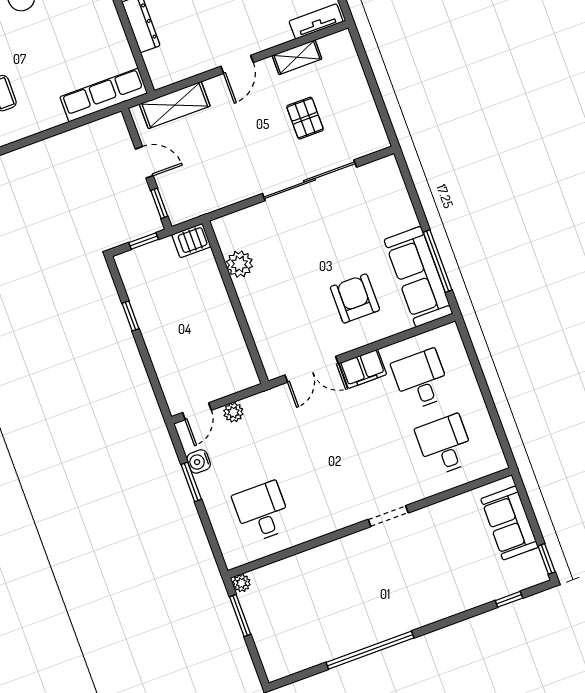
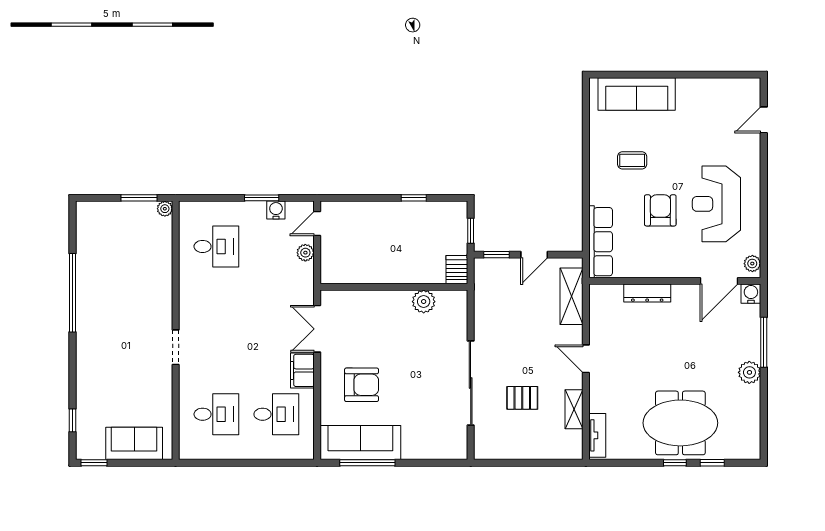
armchair: (46, 42) -> (660, 210), added
door: (197, 411) -> (317, 223), hinge flipped

